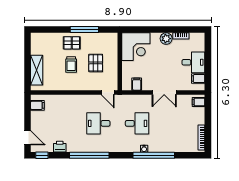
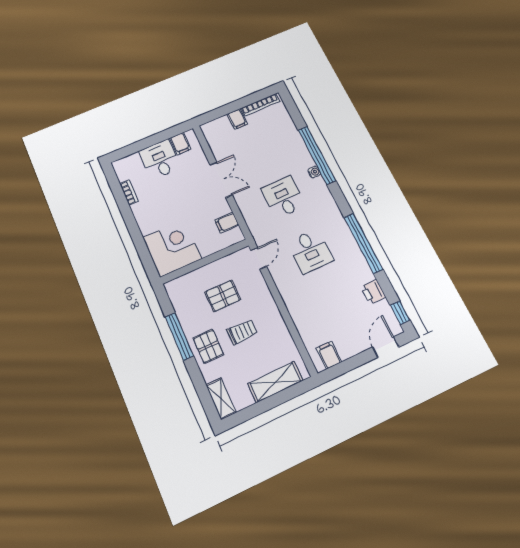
shelving: (41, 37) -> (221, 399), added
plant: (166, 39) -> (142, 211), removed
filing cabinet: (199, 102) -> (237, 119), moved

